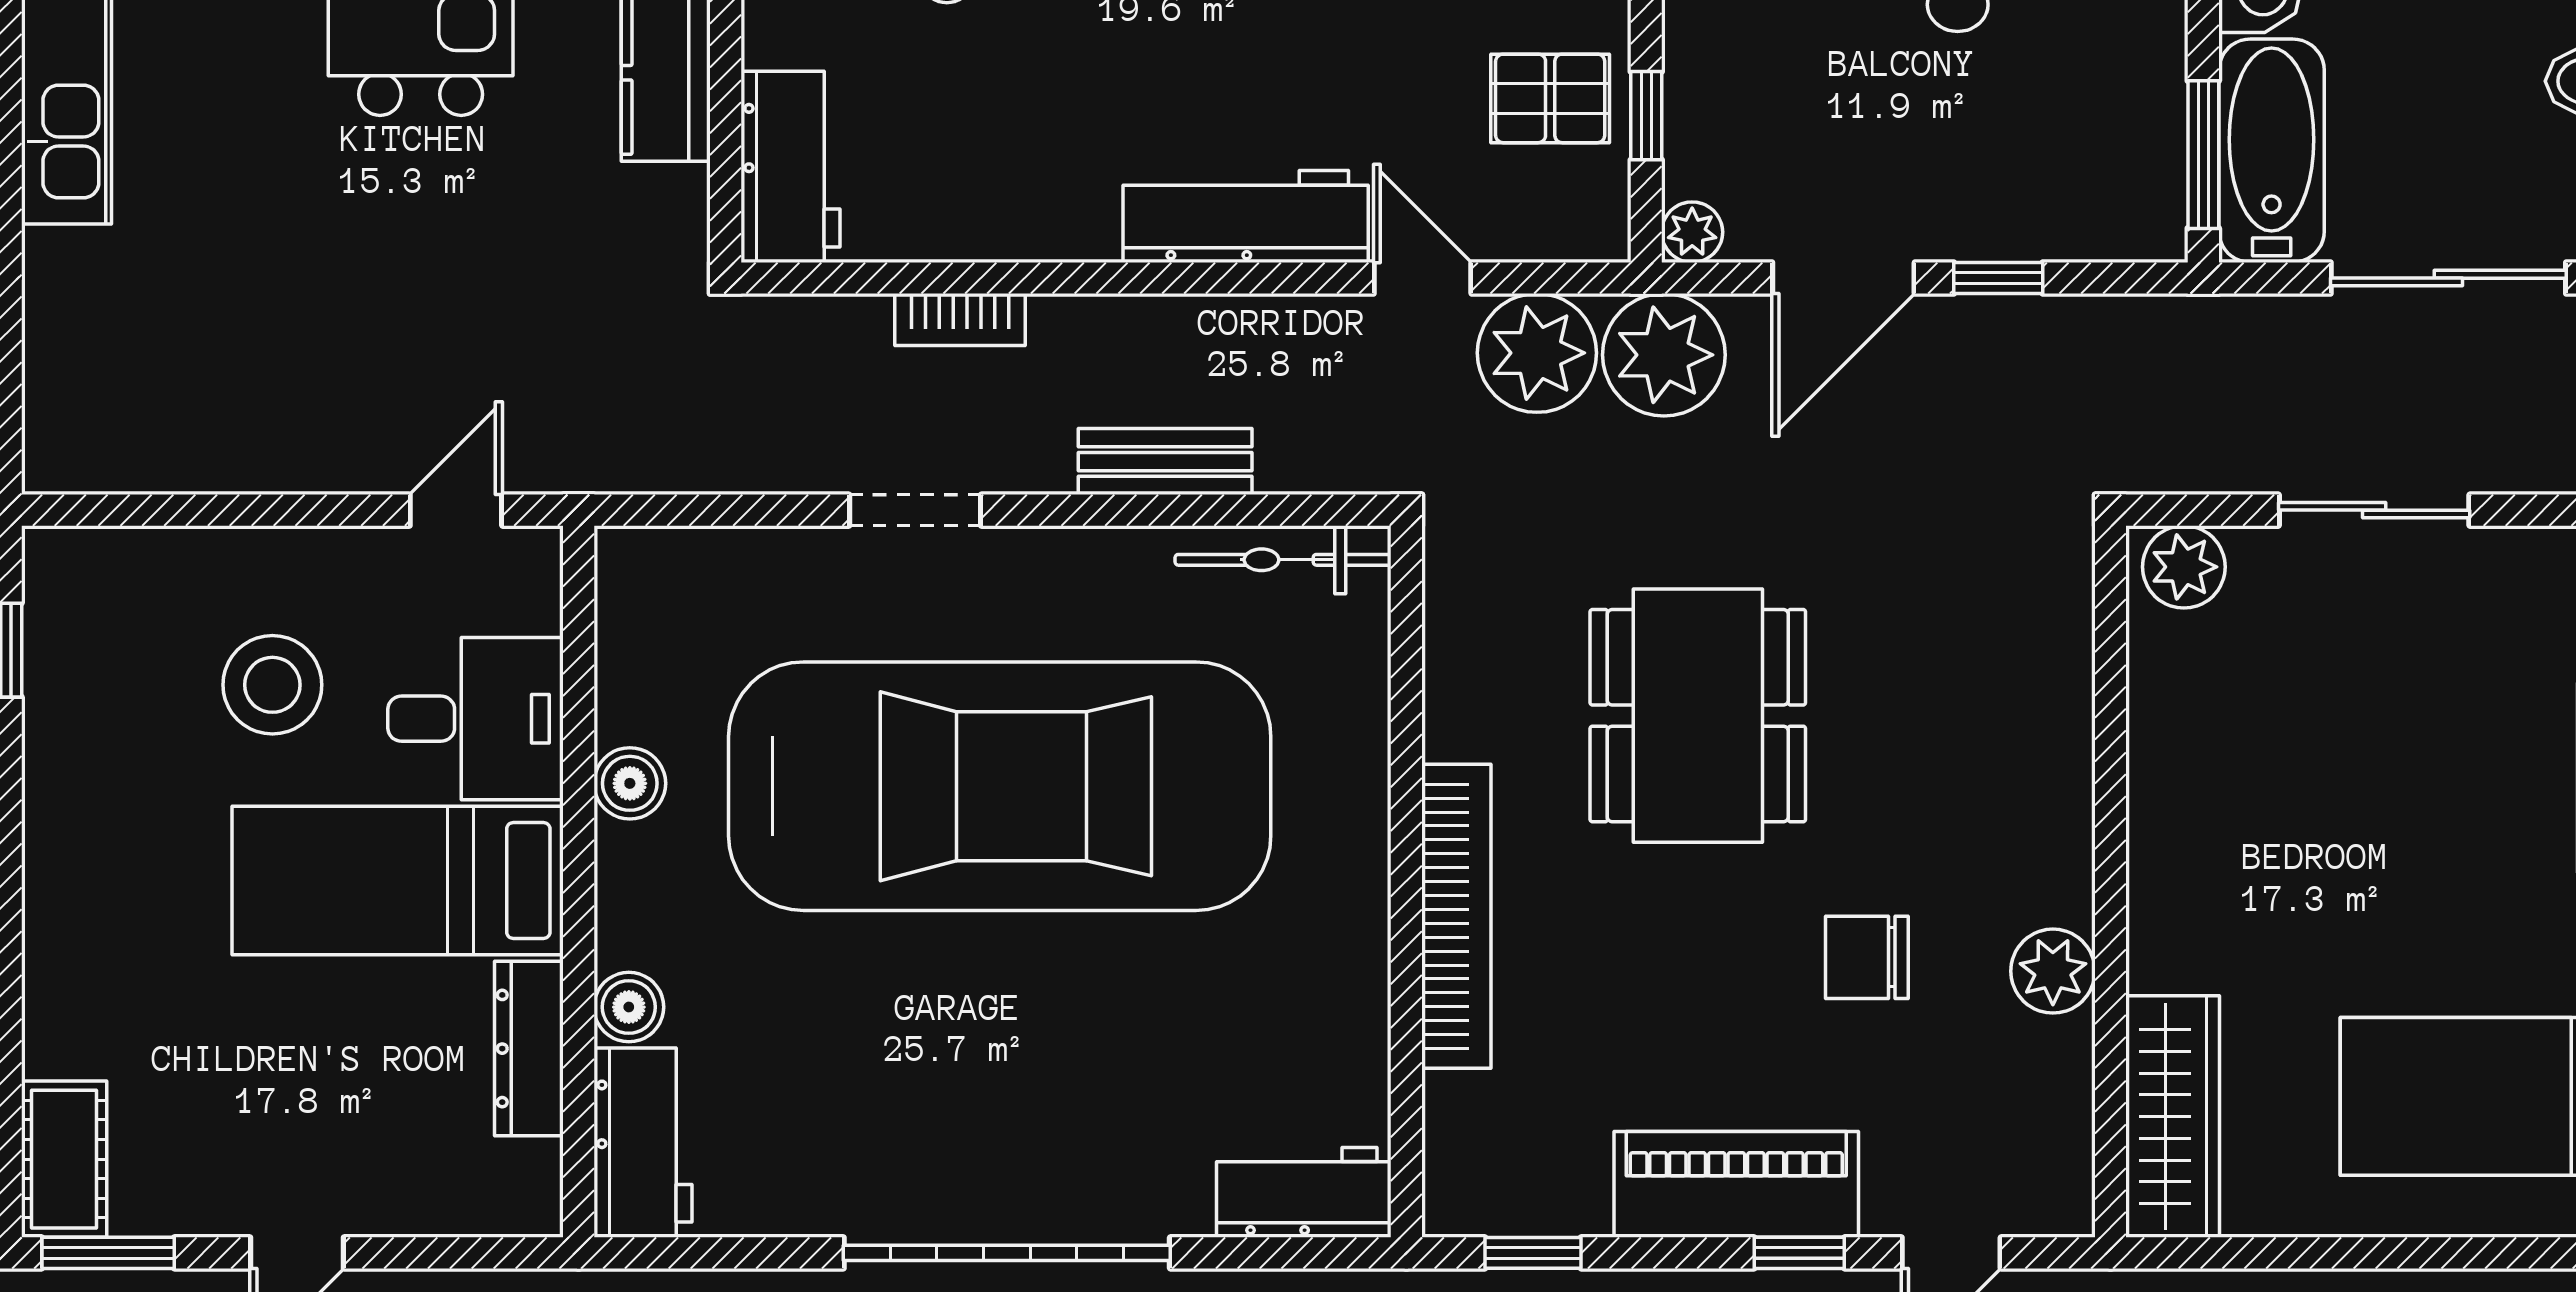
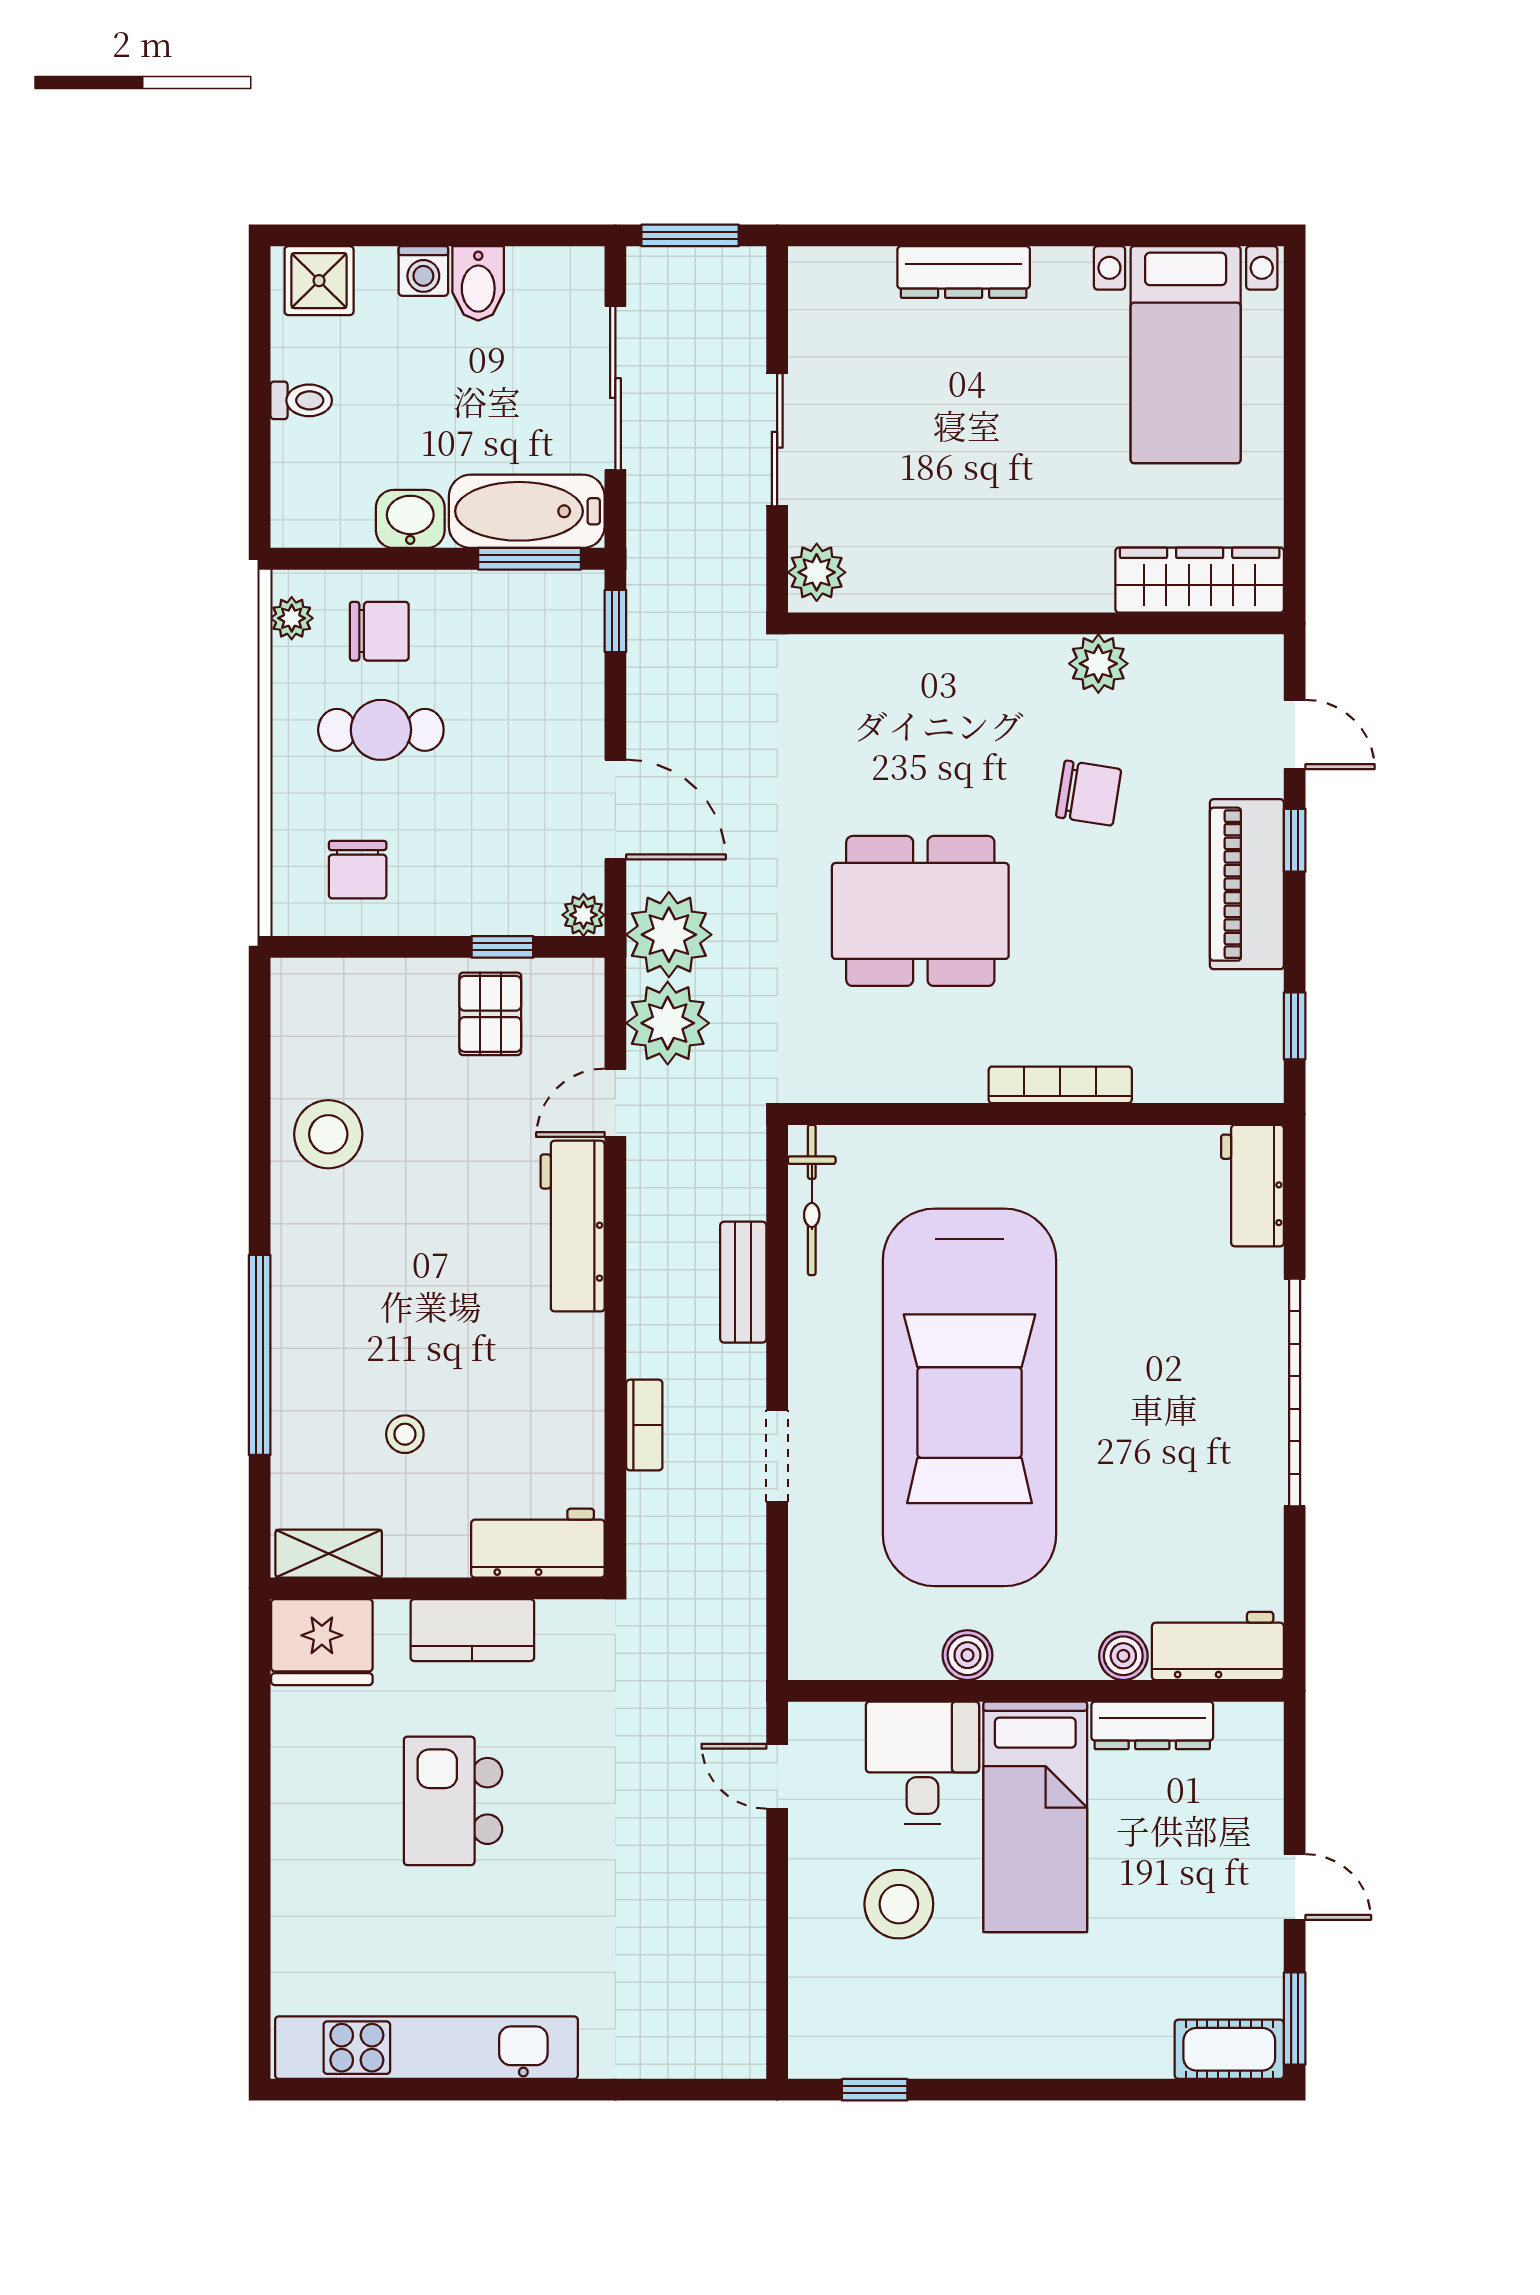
window: (1998, 278) -> (615, 621), moved
car: (1000, 786) -> (970, 1397), turned 180
bookcase: (1456, 916) -> (1060, 1085), width x0.68, depth x0.76
chair: (1867, 957) -> (1089, 793), turned -81

